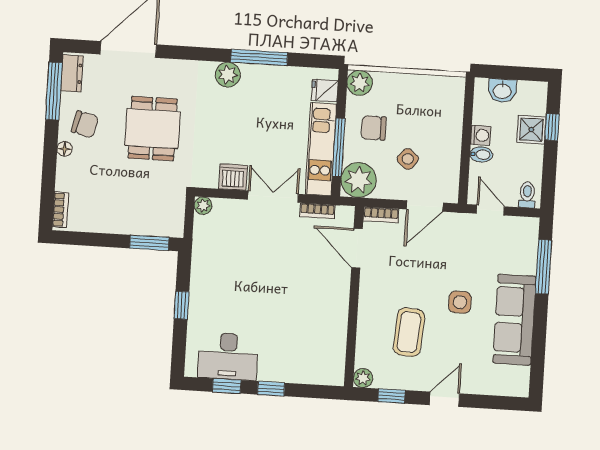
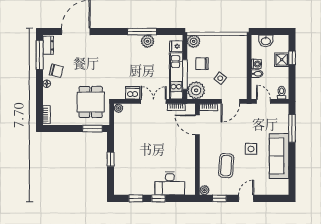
plant: (228, 75) -> (148, 41), moved
dining table: (153, 129) -> (91, 102), moved
desk: (228, 356) -> (170, 183), moved

